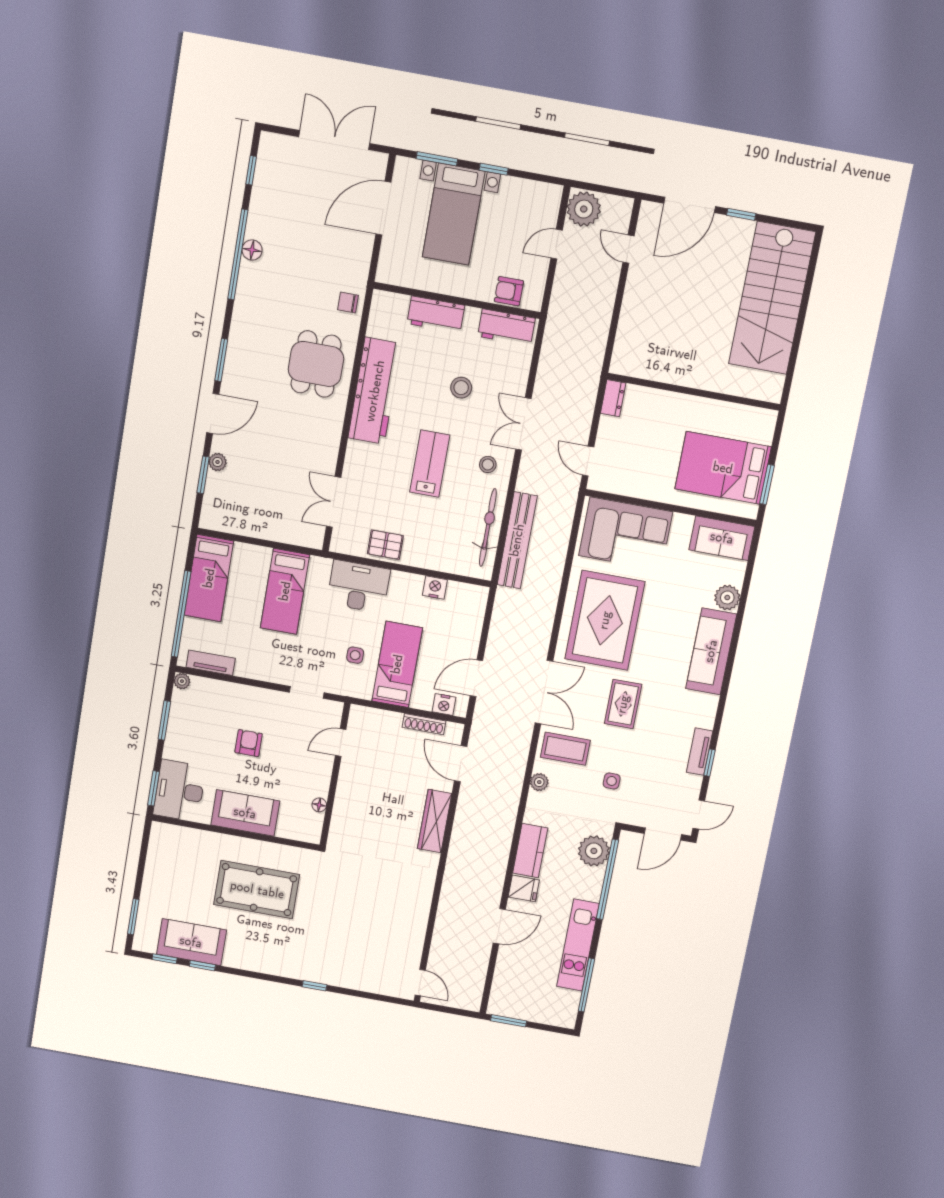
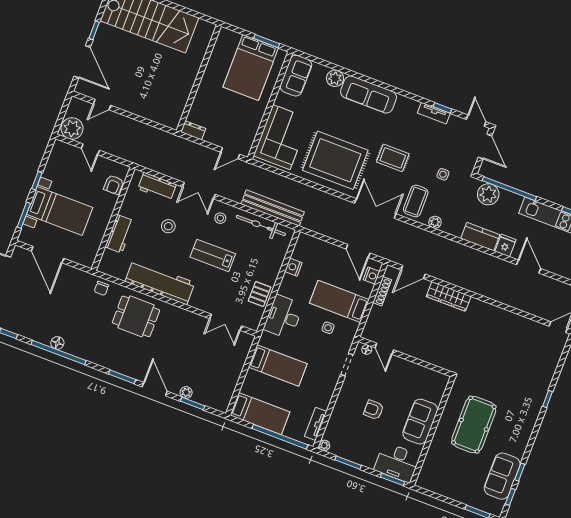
workbench: (506, 327) -> (157, 187), moved, turned 90
floor lamp: (319, 805) -> (367, 350), moved

